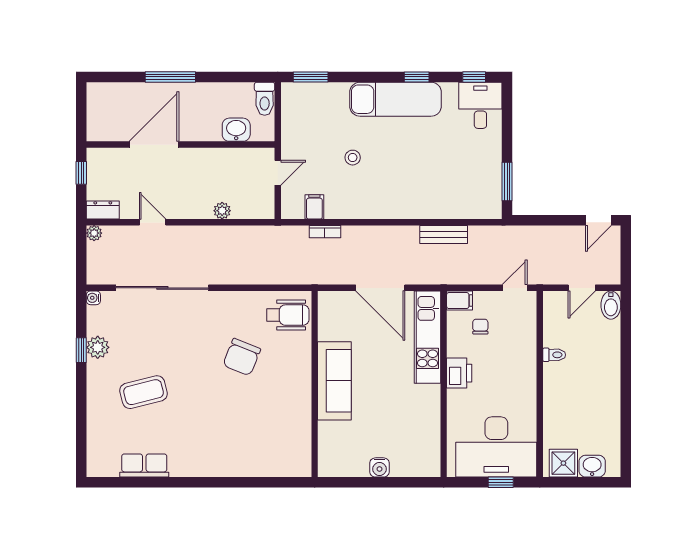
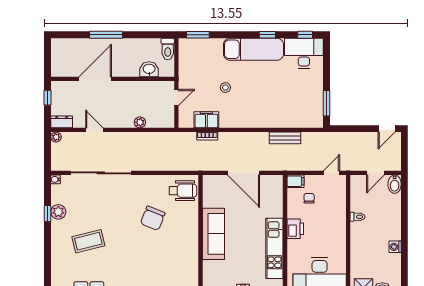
desk: (480, 105) -> (304, 53), width x1.37
filing cabinet: (314, 207) -> (206, 120), width x2.00
kitchen unit: (428, 337) -> (274, 248), moved
washing machine: (612, 401) -> (395, 247), added

